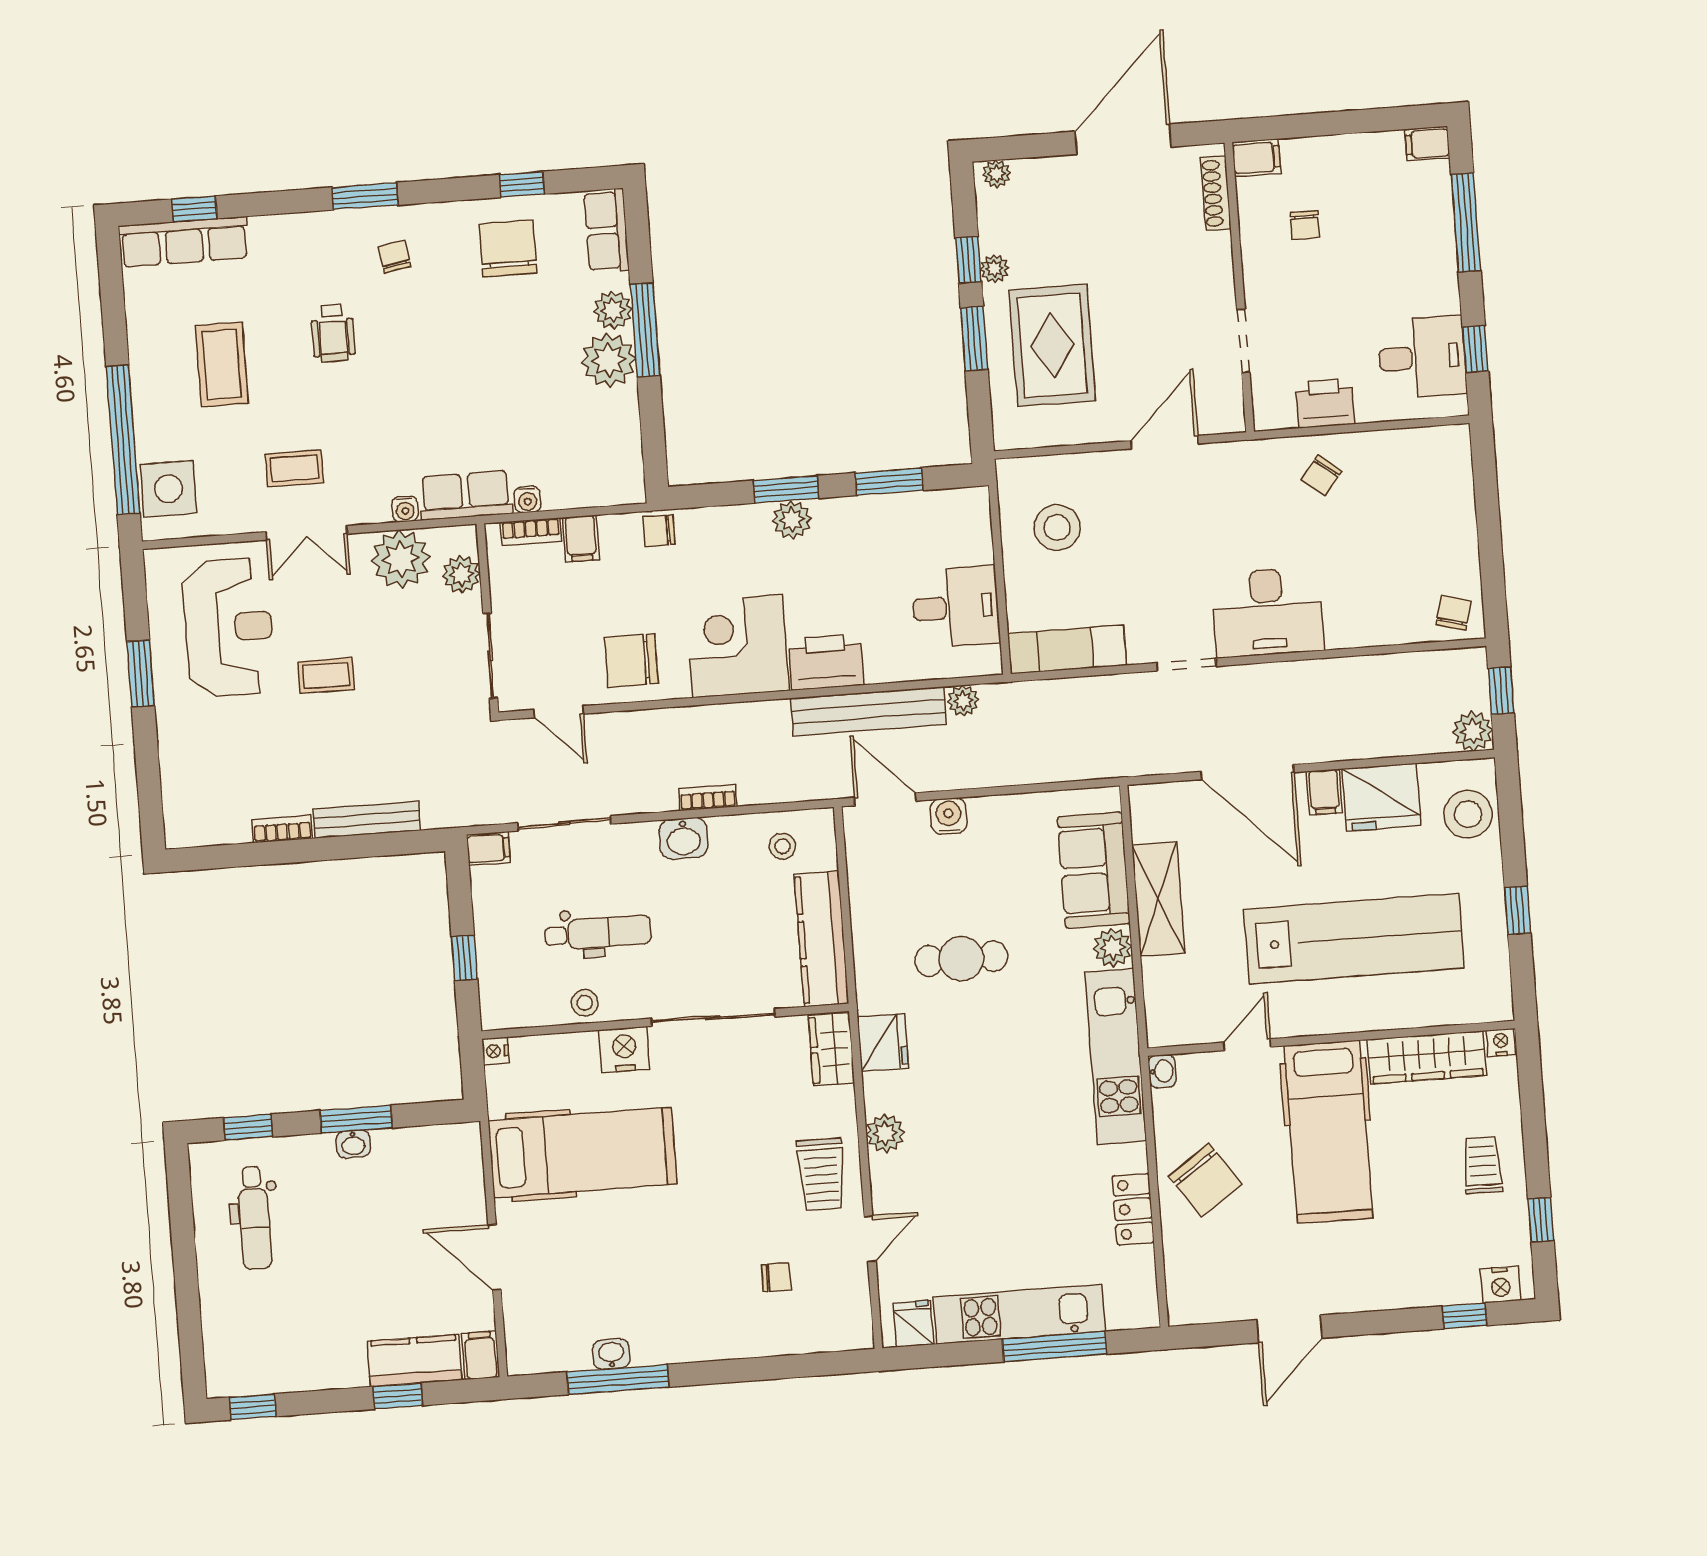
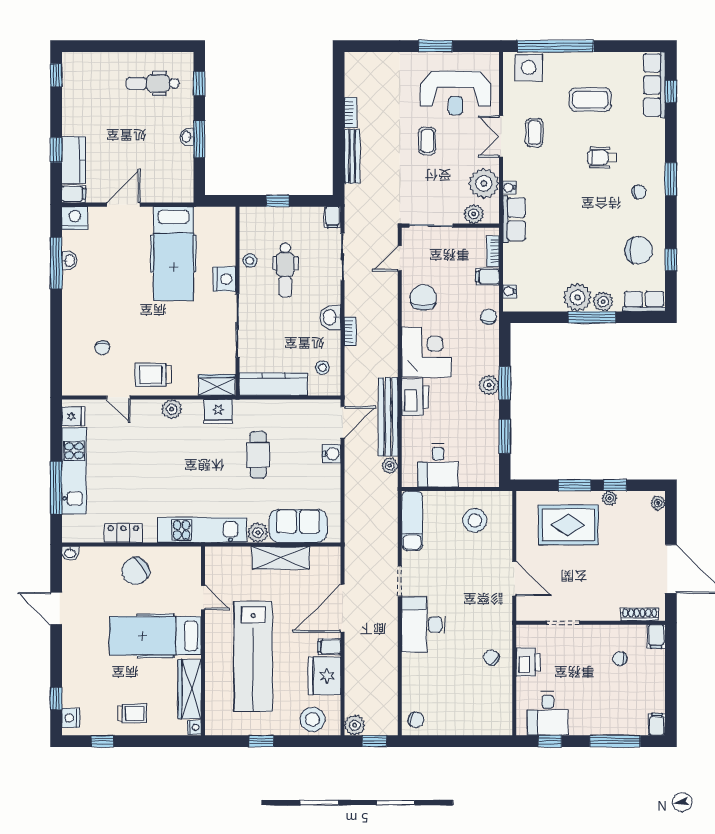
water cooler: (528, 499) -> (509, 291), moved
nightstand: (495, 1051) -> (75, 218), moved, width x1.89, depth x1.79
washbasin: (1162, 1071) -> (70, 553), moved

